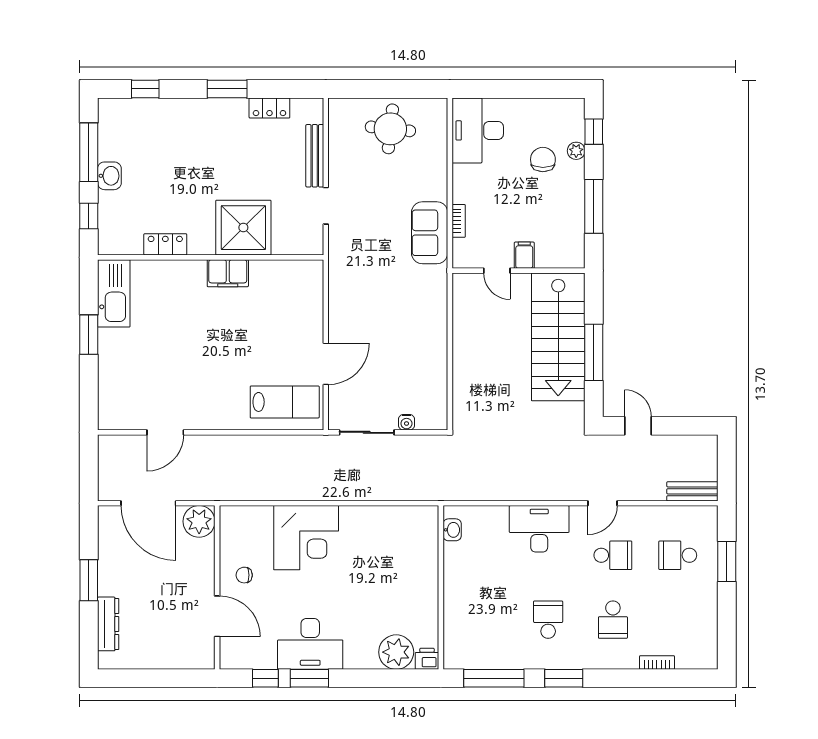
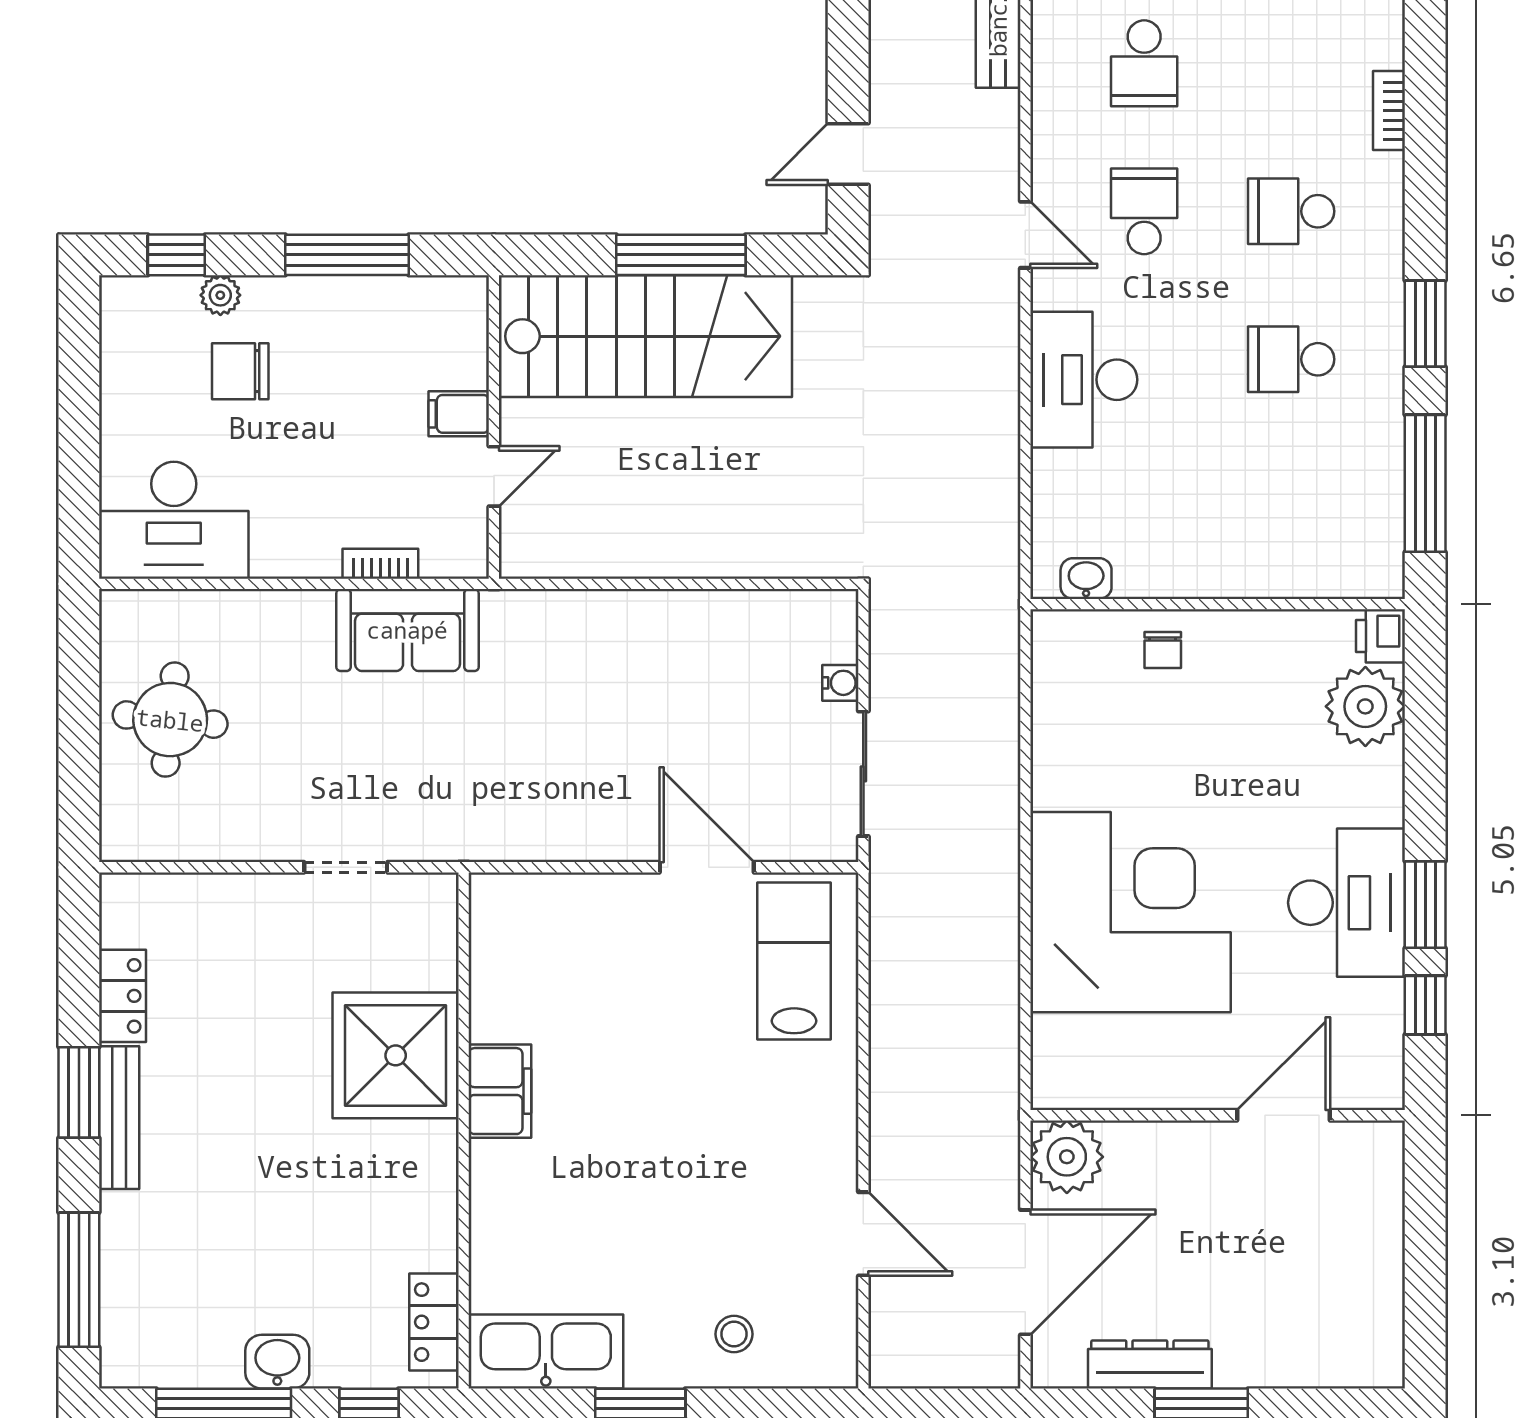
window: (145, 89) -> (79, 1280), width x2.17
bench: (315, 156) -> (119, 1118), moved, turned 90
locker: (165, 244) -> (434, 1322), moved
stool: (121, 376) -> (734, 1334), added
corner desk: (306, 538) -> (1131, 912), width x1.36, depth x1.36
chair: (244, 575) -> (1163, 650), moved
school desk: (613, 620) -> (1291, 211), turned 180
dresser: (108, 624) -> (1150, 1364), moved

